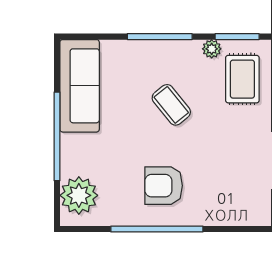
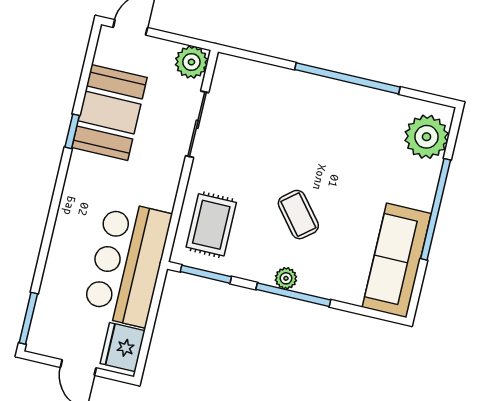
plant: (212, 49) -> (286, 278), moved
armchair: (164, 186) -> (328, 126), removed

